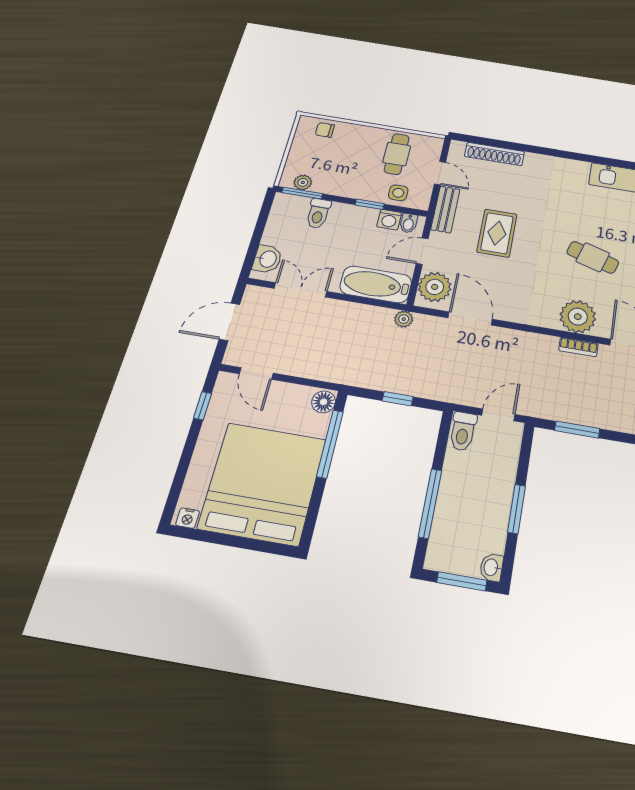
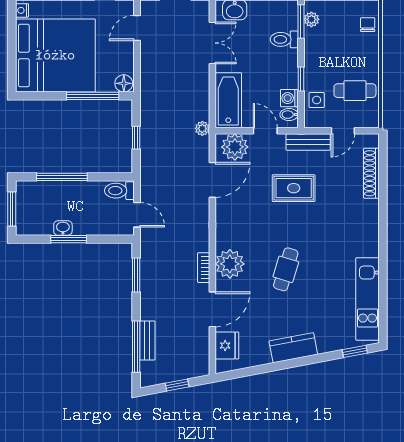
washbasin: (491, 567) -> (63, 228), moved

